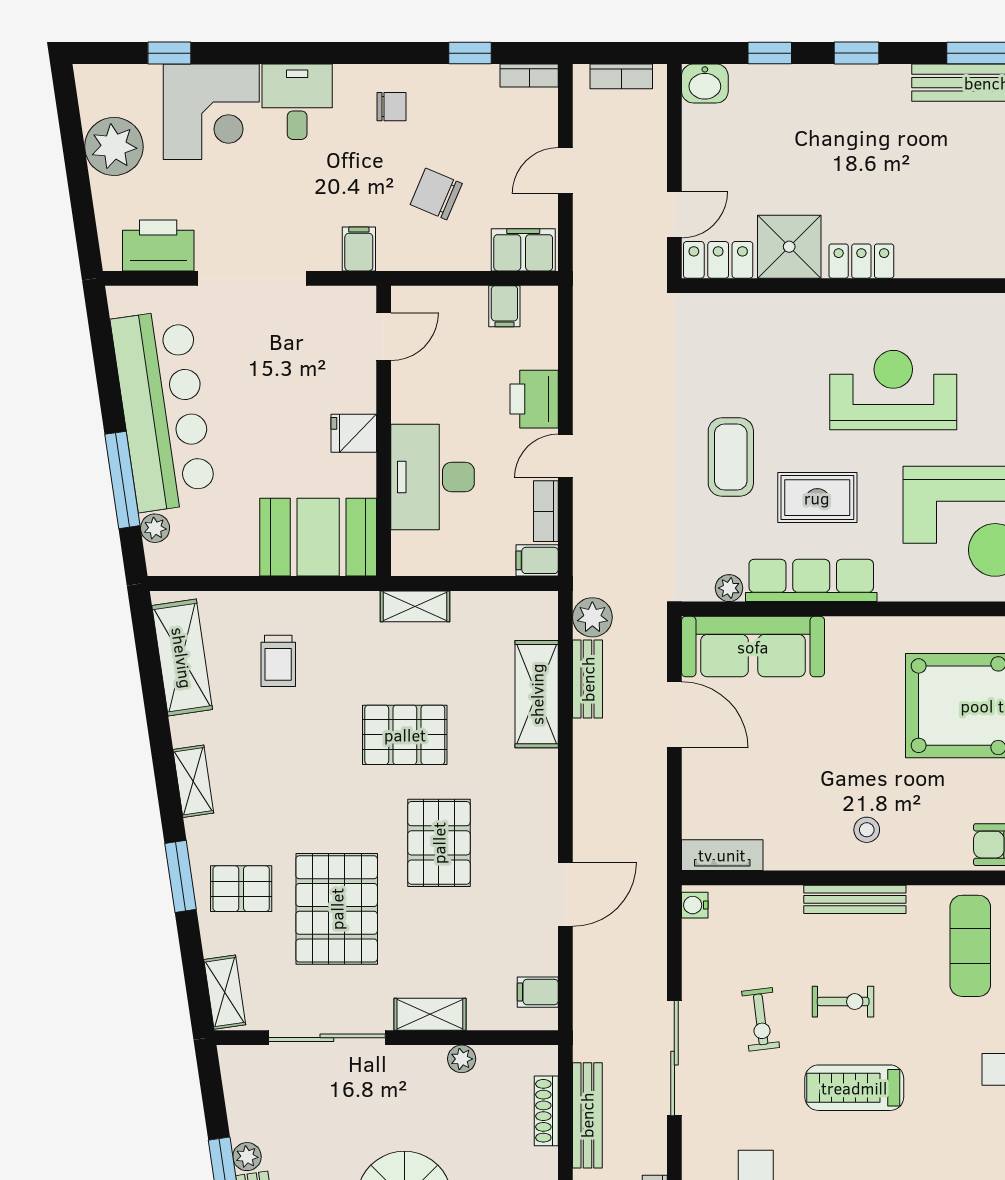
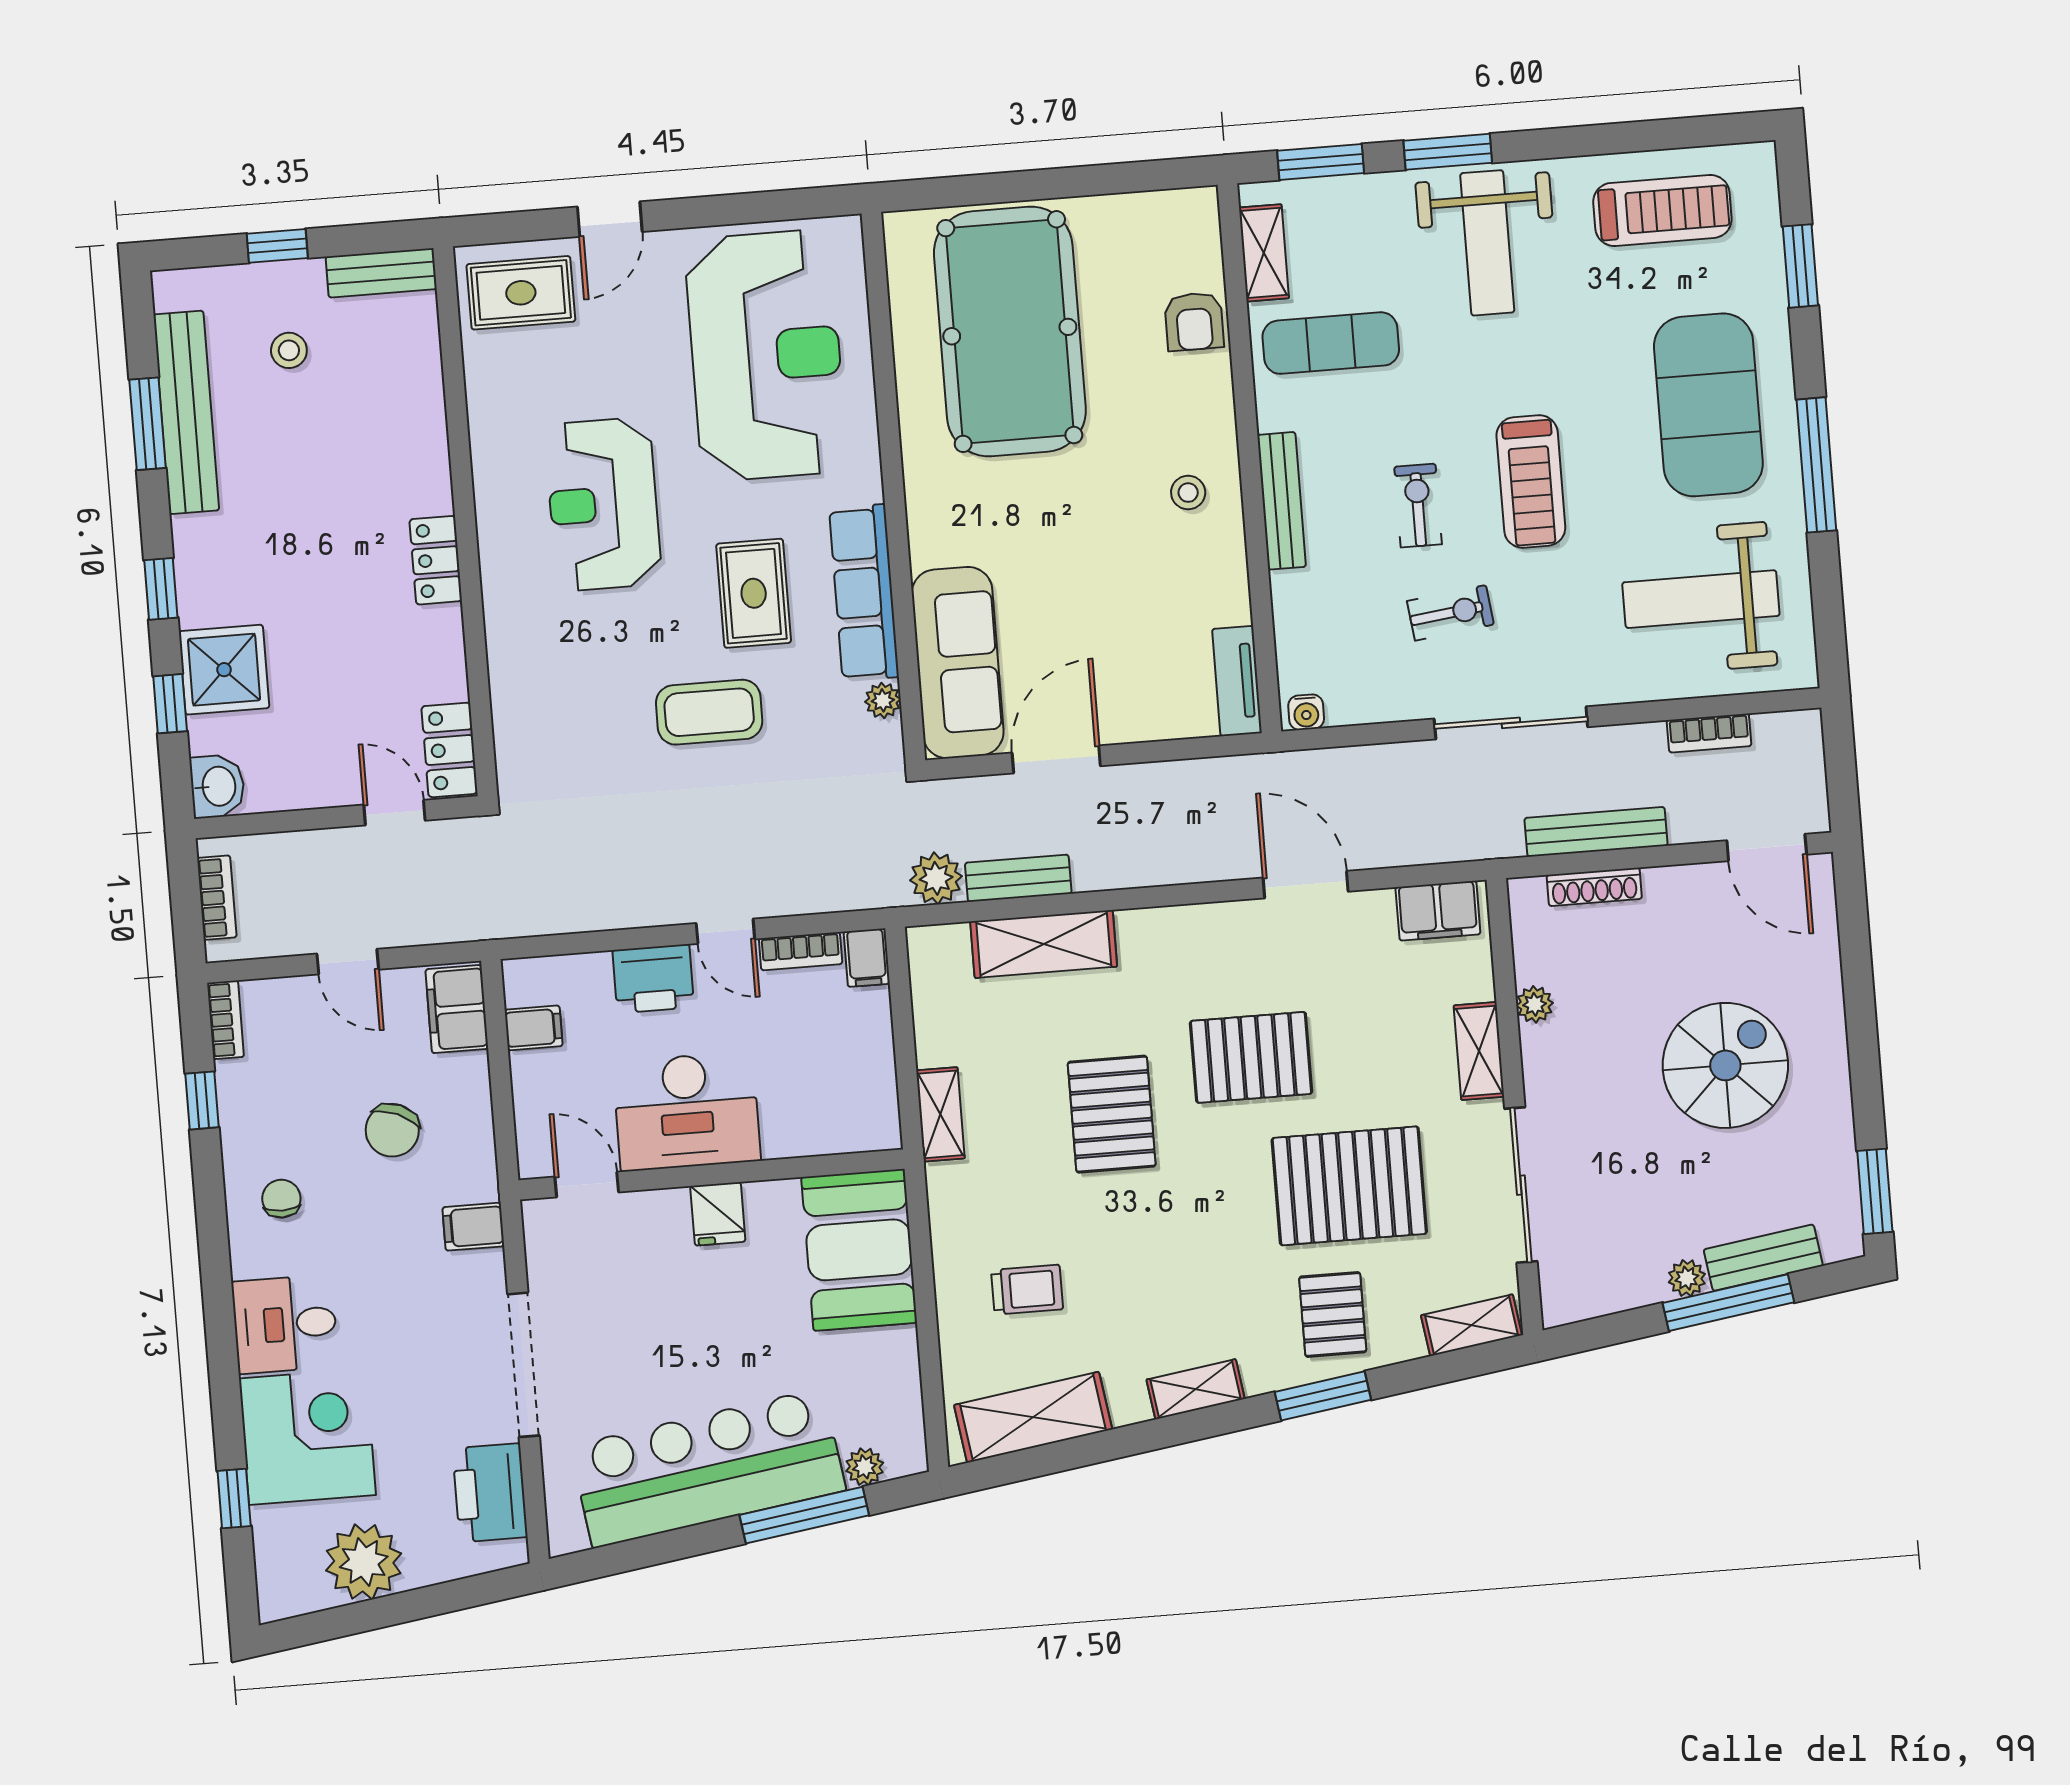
shower: (789, 247) -> (224, 670), moved
desk: (433, 477) -> (687, 1111), moved
filing cabinet: (538, 992) -> (1438, 911), width x2.00

